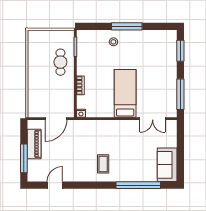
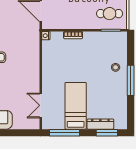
dresser: (172, 57) -> (100, 124), added
cafe table: (60, 62) -> (110, 14), moved
bed: (125, 93) -> (76, 106), moved, turned -90

